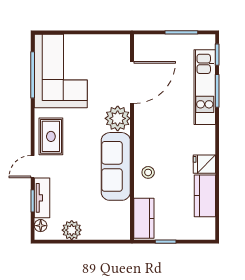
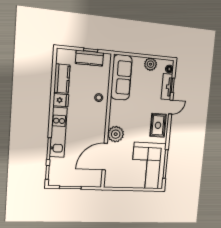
kitchen unit: (205, 87) -> (58, 132), moved
sofa: (116, 166) -> (121, 77), moved
kitchen counter: (144, 218) -> (89, 58), moved, turned -90

